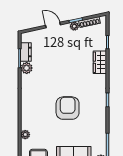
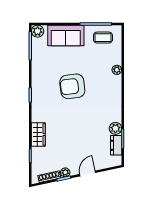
door: (53, 25) -> (88, 173), swing flipped
armchair: (68, 108) -> (72, 86), turned 83
plant: (25, 135) -> (117, 70), moved

